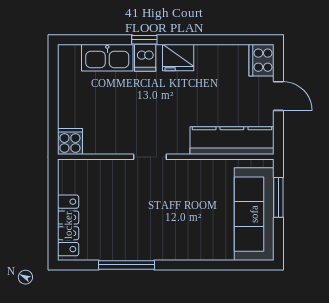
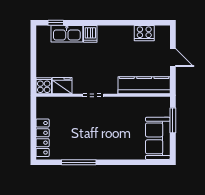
window: (144, 40) -> (56, 23), moved
fridge: (178, 58) -> (62, 86), moved, turned 180
cooker: (262, 60) -> (144, 33), moved, turned -90
sofa: (254, 214) -> (158, 138), width x0.73

